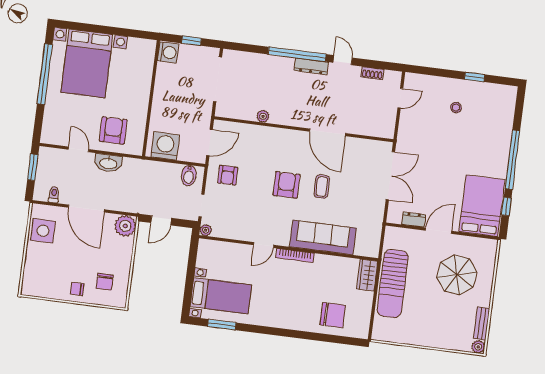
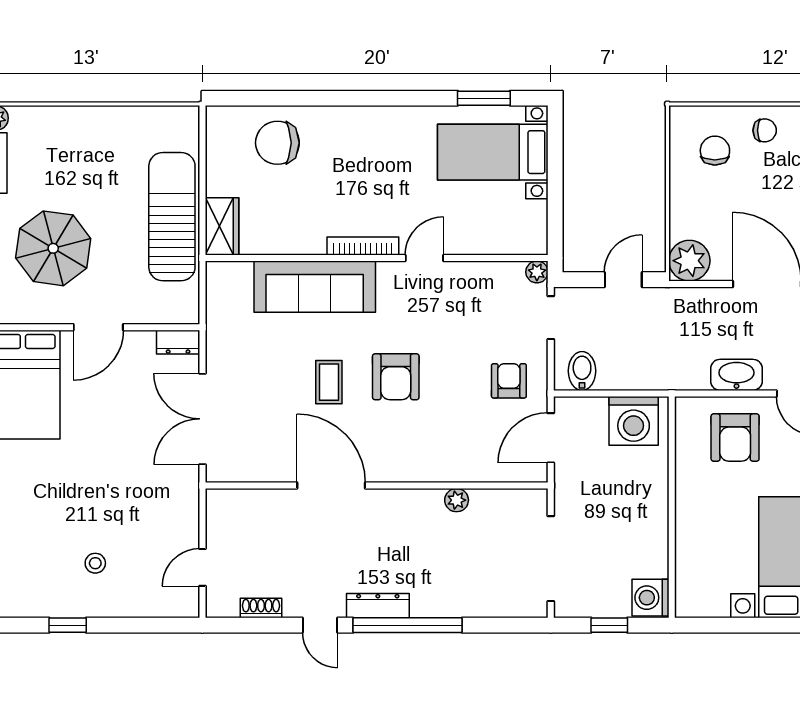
dresser: (414, 220) -> (178, 342), moved

